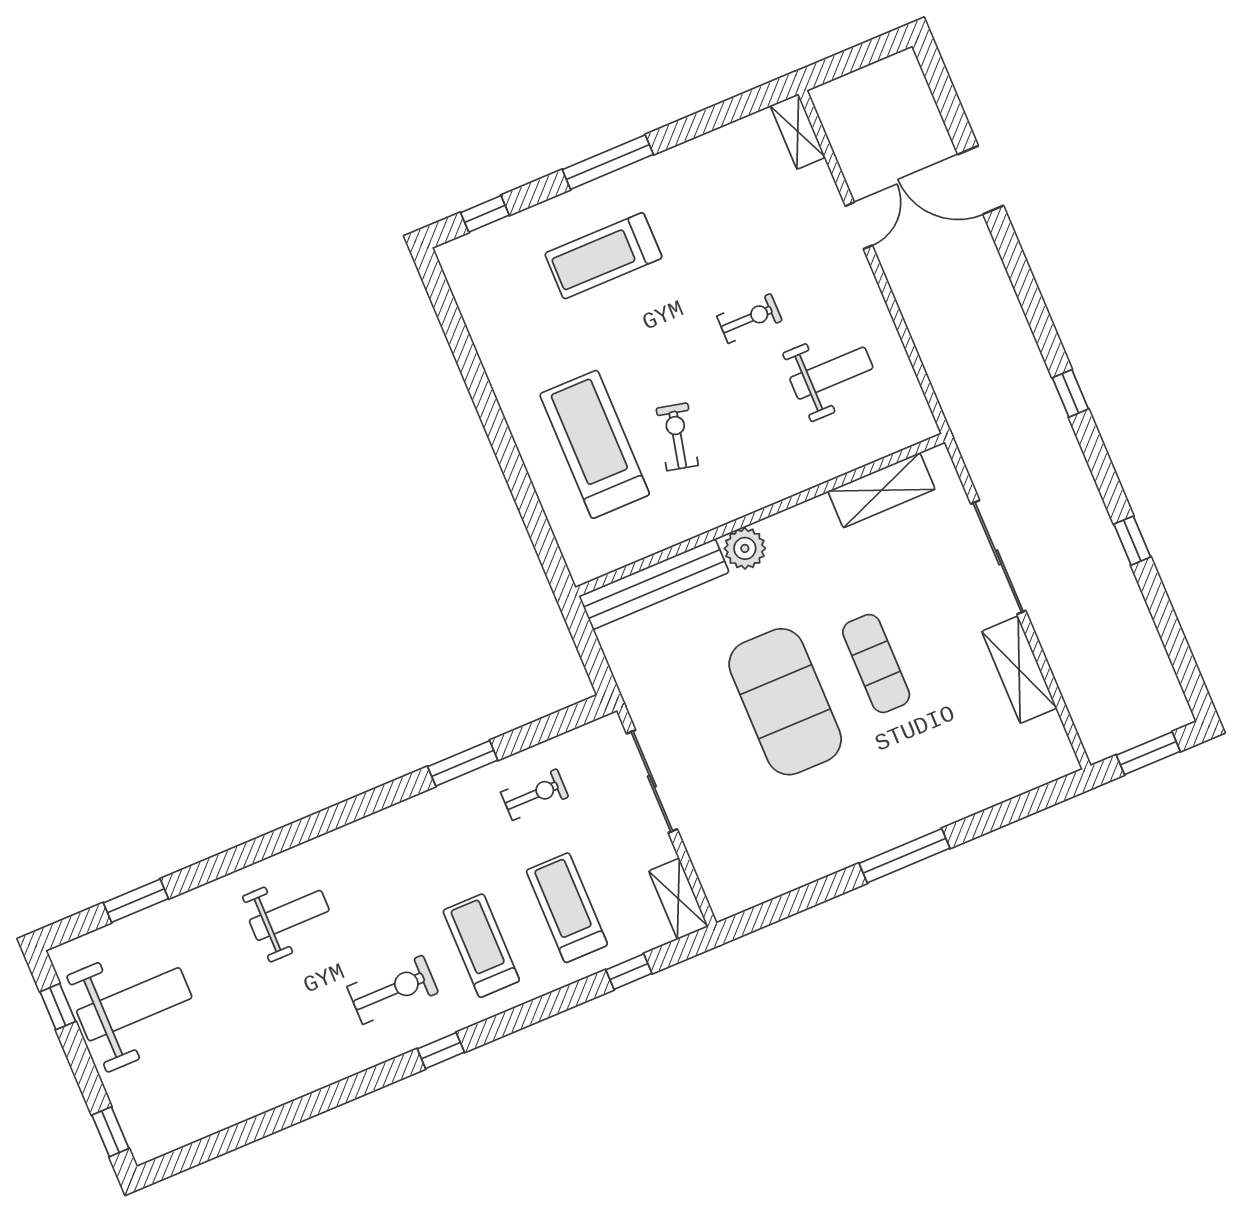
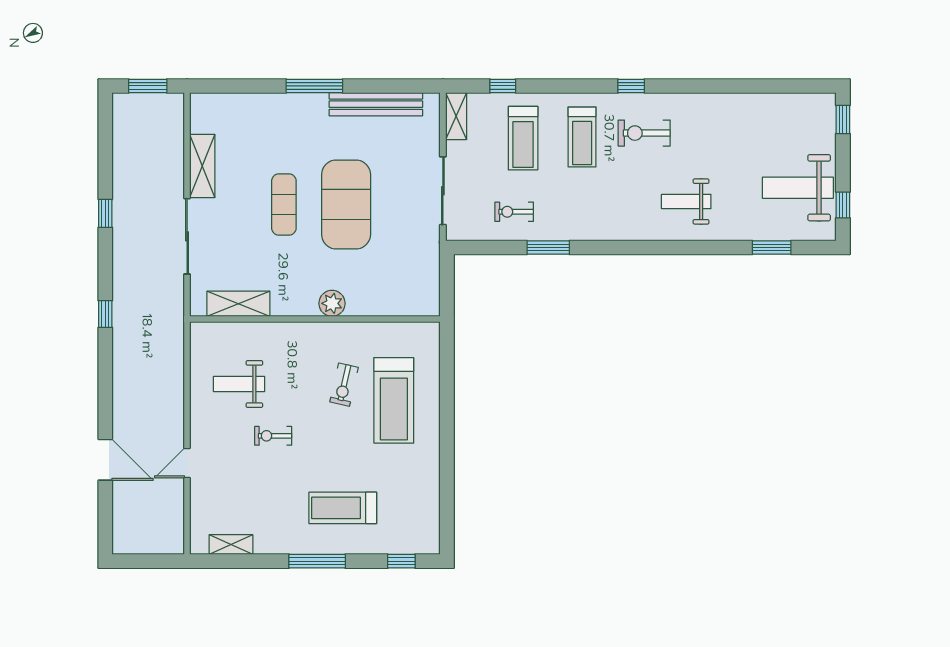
shelving: (798, 131) -> (231, 545), moved, turned 90
treadmill: (603, 256) -> (343, 508), turned 180
bench: (654, 584) -> (376, 104), moved

